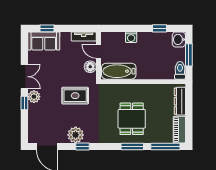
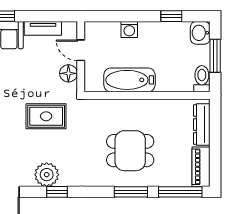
tv unit: (84, 36) -> (43, 28), moved
bathtub: (119, 71) -> (129, 80), moved
dining table: (132, 119) -> (130, 151), turned 90

